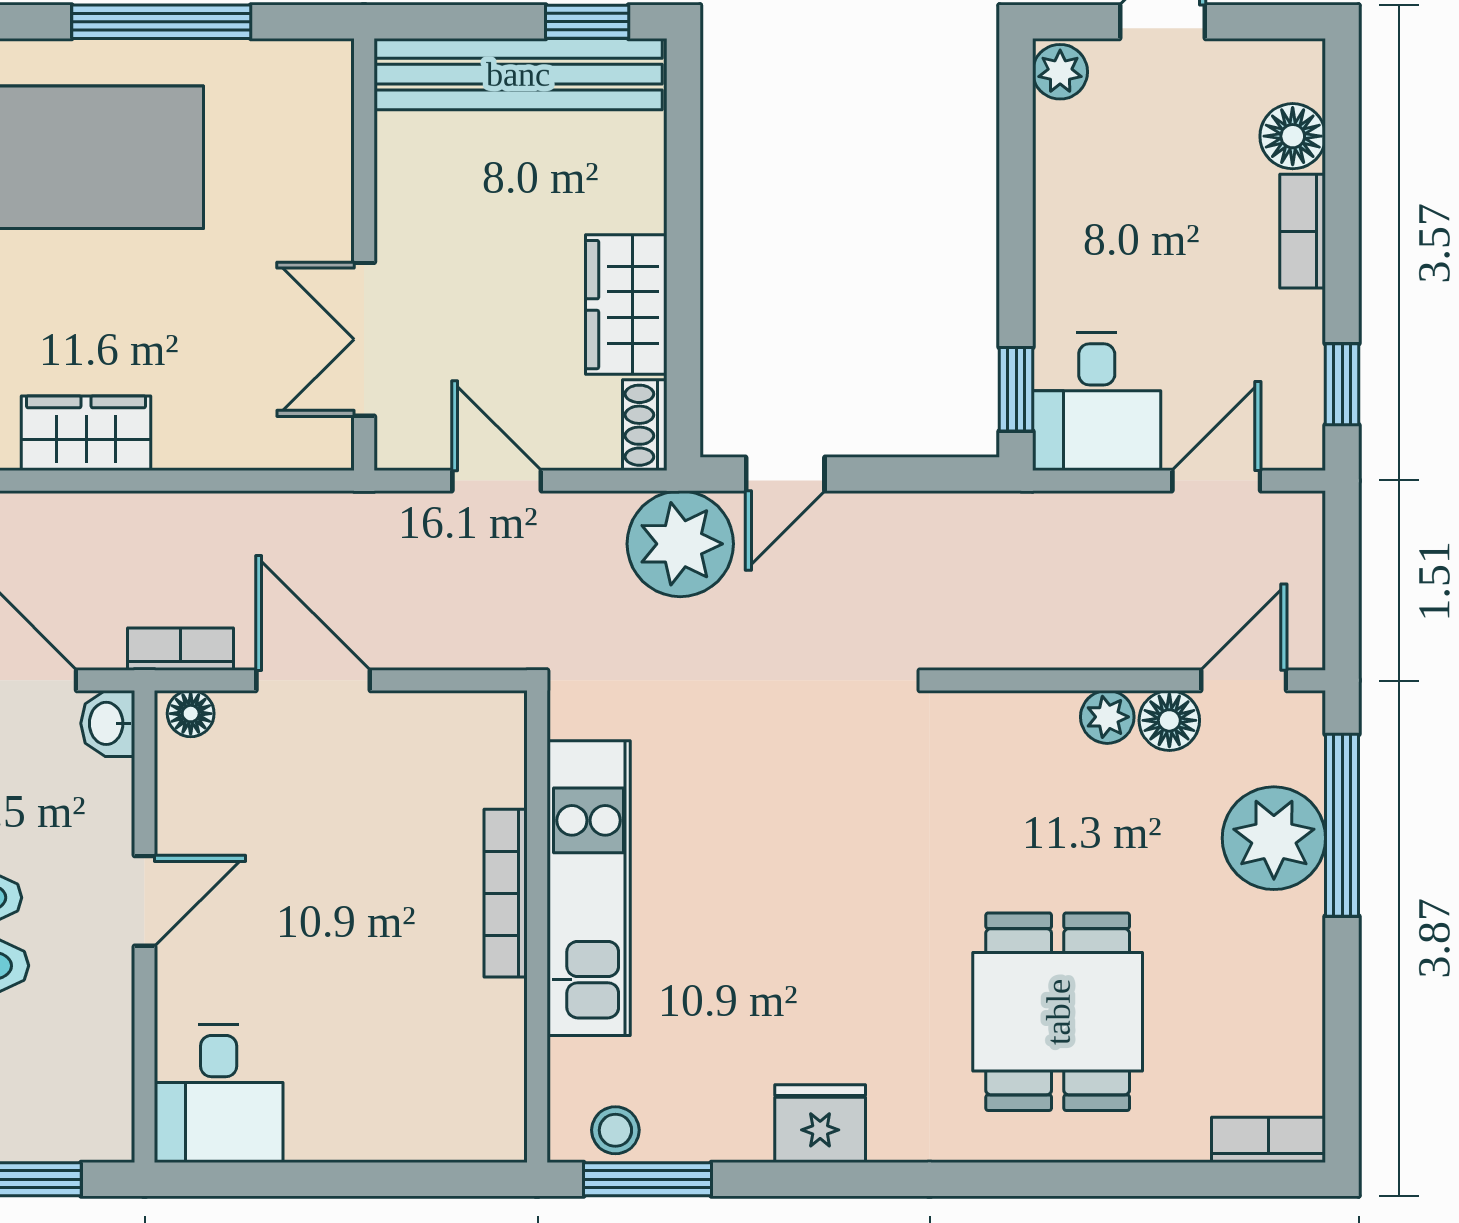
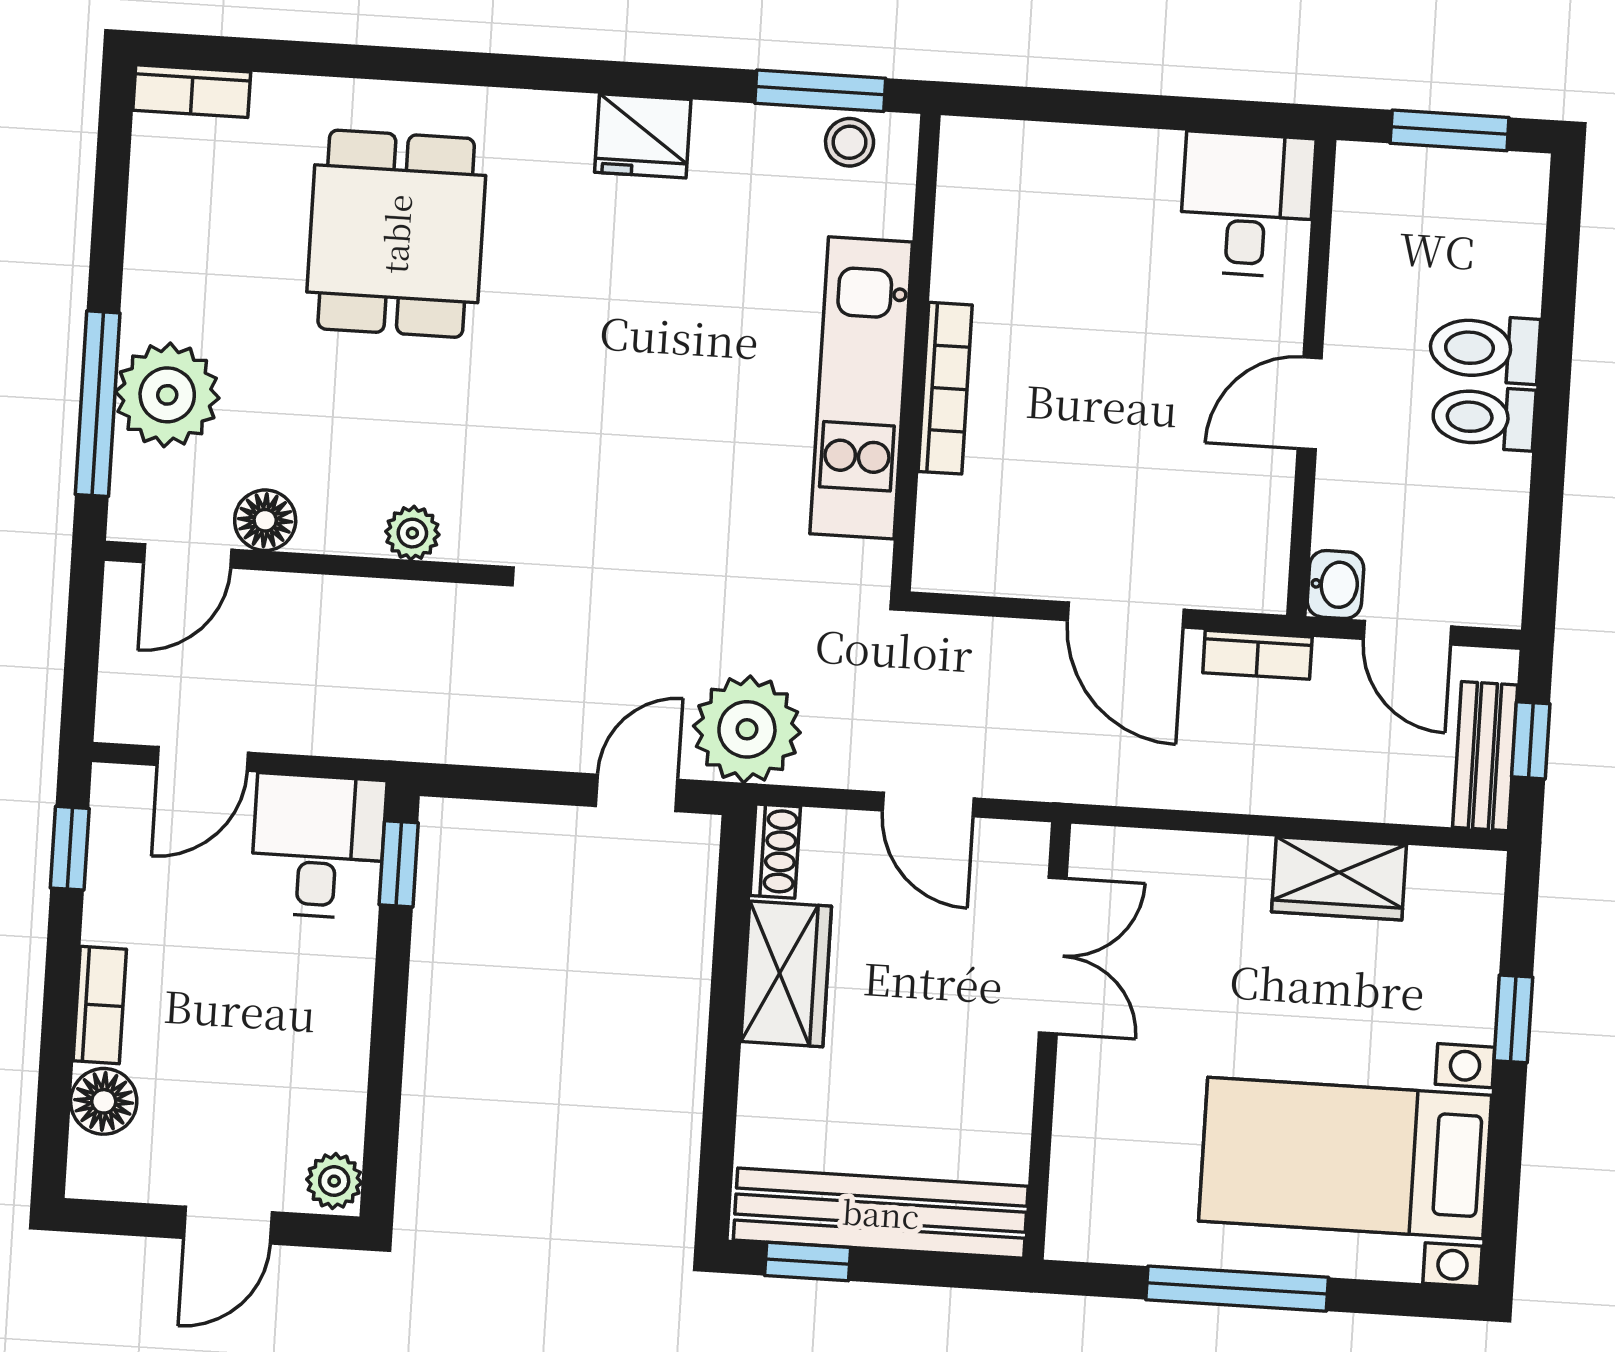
floor lamp: (191, 714) -> (1251, 589), removed
plant: (1107, 717) -> (412, 533), moved

